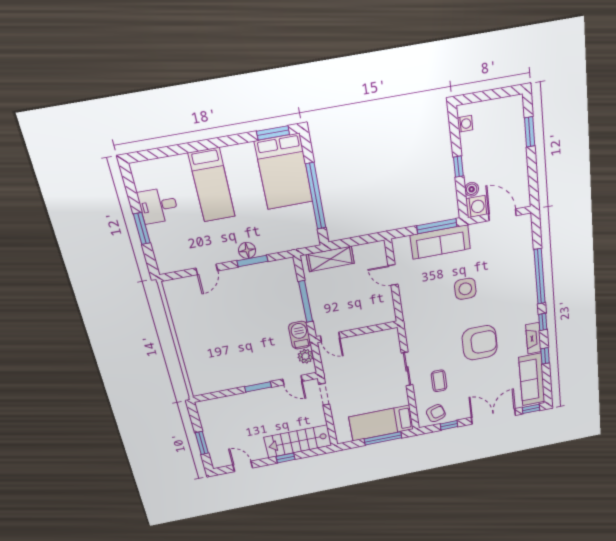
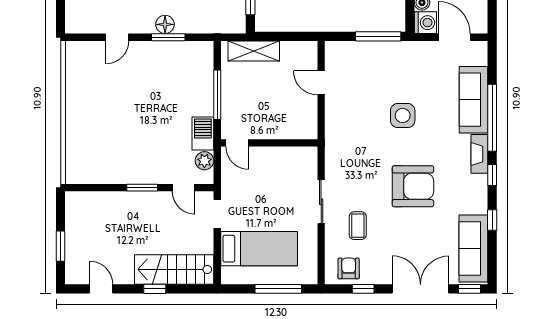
sofa: (440, 242) -> (474, 100), moved, turned 90
fireplace: (534, 338) -> (479, 154), moved
armchair: (436, 413) -> (349, 268), turned -72
bed: (381, 423) -> (259, 249), moved, turned 180

